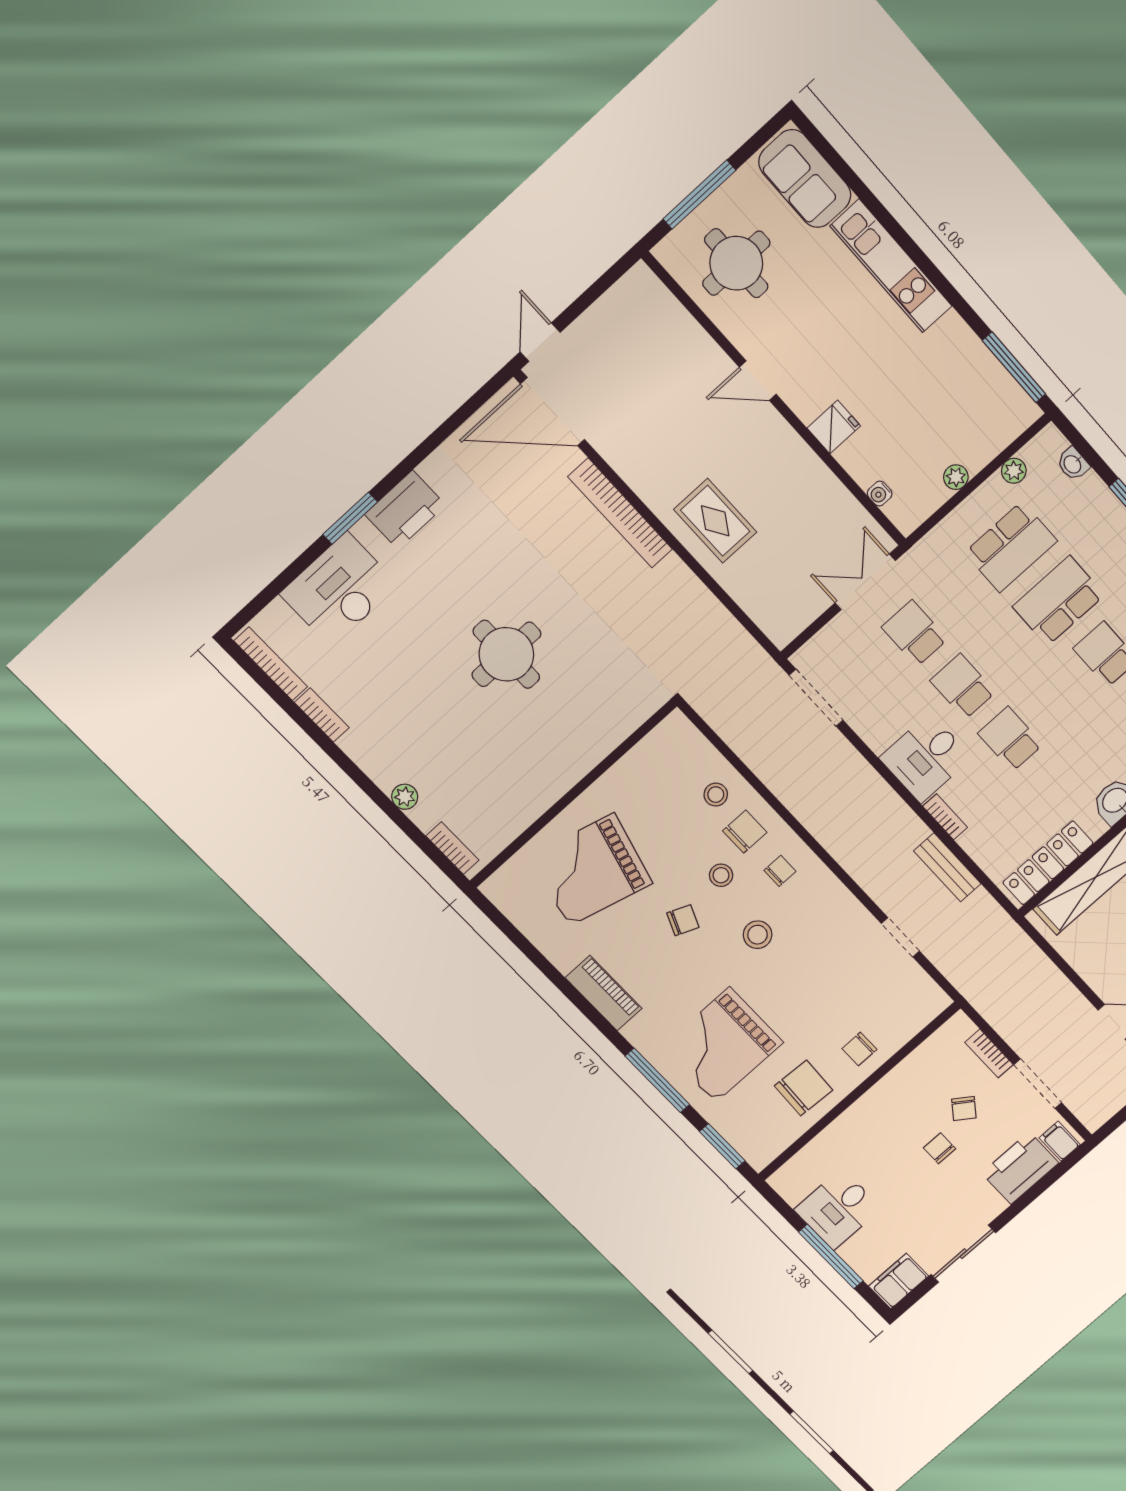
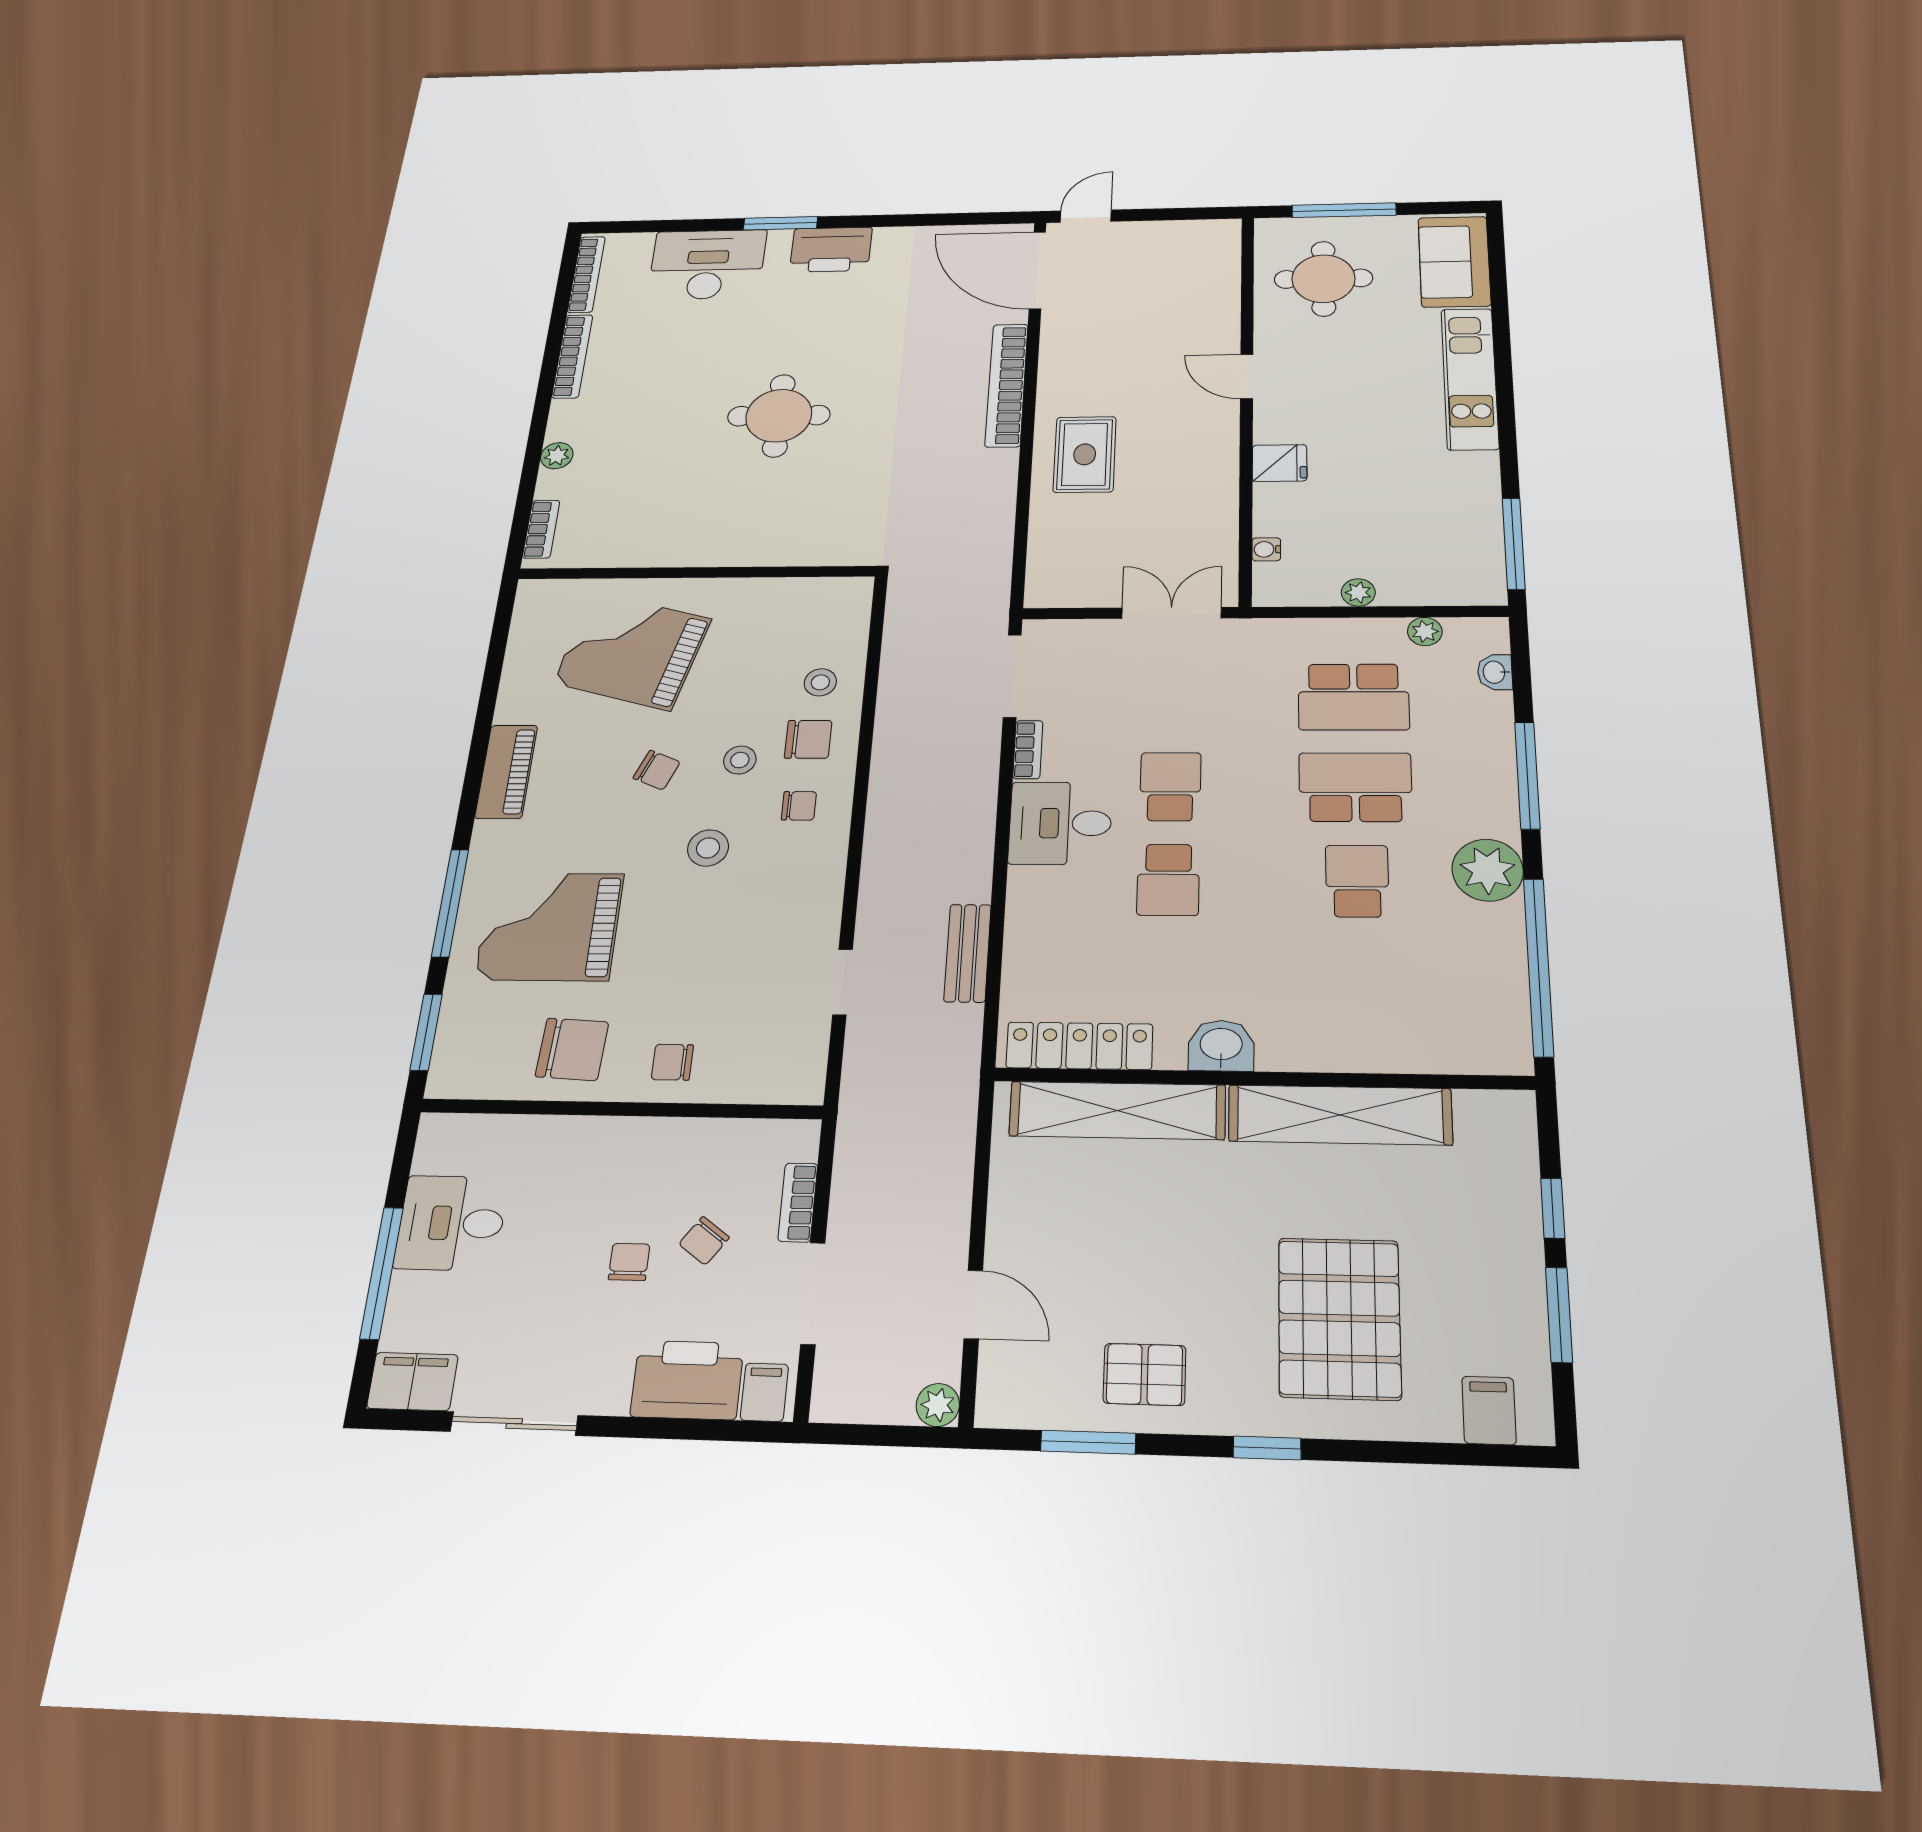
school desk: (915, 633) -> (1173, 697), removed
bookcase: (322, 715) -> (572, 356), width x1.56
school desk: (1010, 739) -> (1168, 880), turned 180
bookcase: (945, 817) -> (1028, 750), moved

